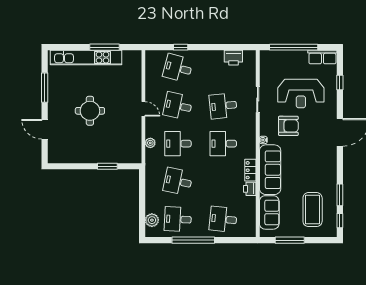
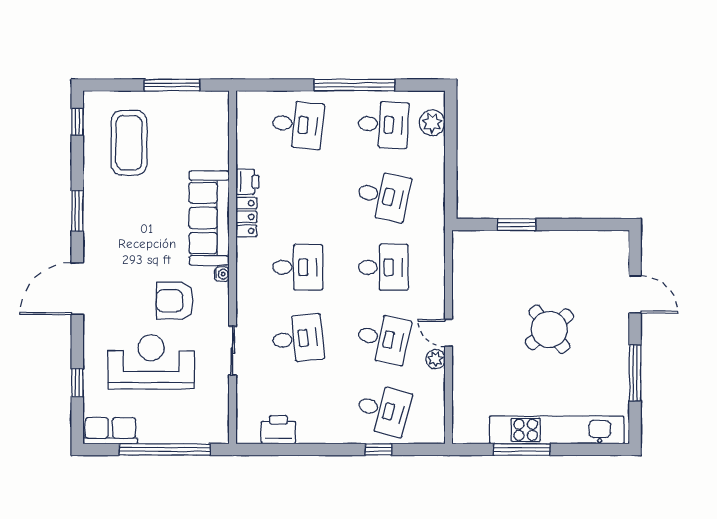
round table: (90, 111) -> (549, 329), turned -38
plant: (150, 143) -> (435, 359), moved
window: (340, 195) -> (77, 211), moved
sofa: (269, 212) -> (211, 137), removed

